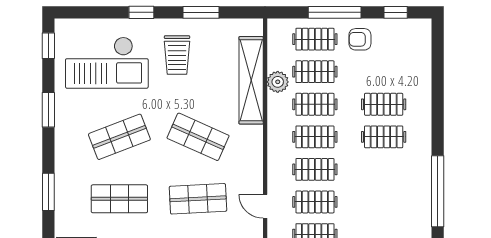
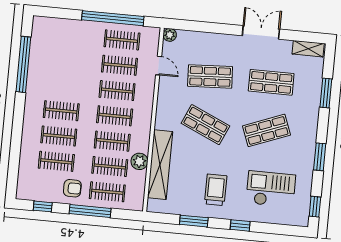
checkout: (107, 63) -> (271, 189), width x0.73, depth x0.83
clothes rail: (384, 72) -> (56, 161), added

